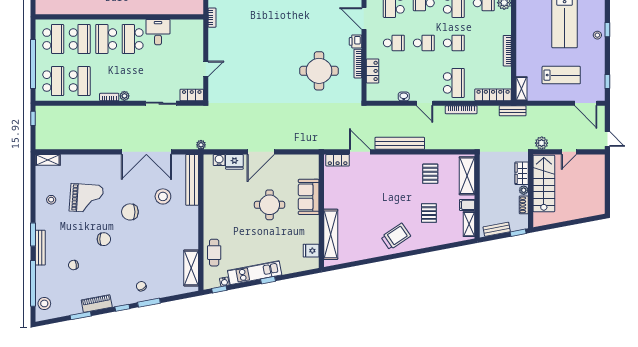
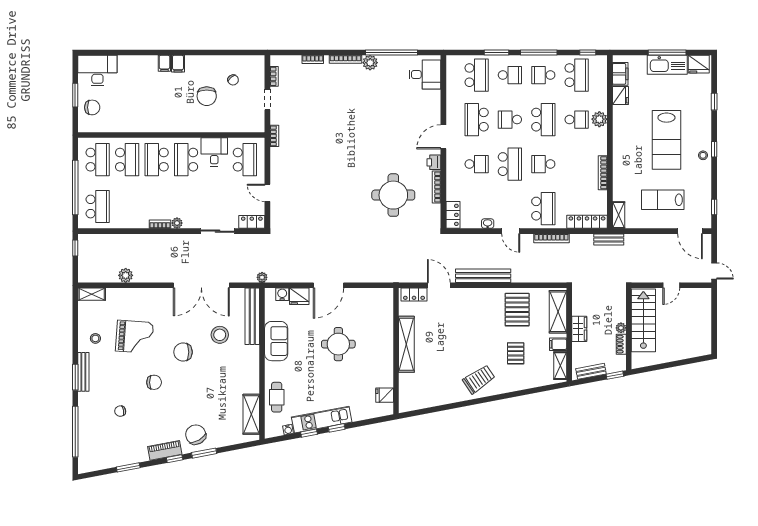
door: (364, 19) -> (443, 137), hinge flipped
school desk: (424, 43) -> (510, 164), width x1.85
school desk: (454, 43) -> (543, 164), turned 180
door: (206, 69) -> (267, 193), swing flipped
locker: (373, 71) -> (453, 215), moved
lab bench: (561, 75) -> (663, 200), turned 180
school desk: (80, 81) -> (245, 160), moved
plant: (542, 143) -> (126, 275), moved
wardrobe: (522, 173) -> (579, 329), moved, turned 180
pallet: (430, 174) -> (517, 310), width x1.50, depth x1.42
sofa: (309, 197) -> (276, 341), moved, turned 180
shelving: (331, 234) -> (406, 344), moved
bench: (40, 248) -> (83, 372), moved
chair: (141, 286) -> (196, 435), width x1.87, depth x1.87
window: (219, 289) -> (309, 433), moved
stool: (44, 303) -> (88, 454), removed
piano: (97, 304) -> (165, 450), moved

